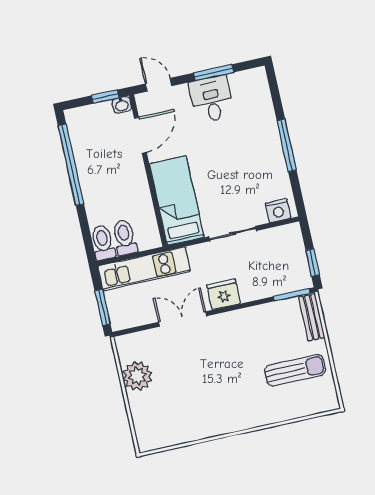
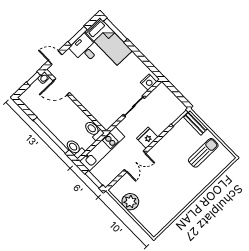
door: (140, 135) -> (61, 87), swing flipped
window: (287, 145) -> (115, 30), moved
window: (71, 165) -> (51, 135), moved
bed: (177, 201) -> (109, 41), moved, turned 180
toilet: (125, 237) -> (94, 130), moved
window: (313, 263) -> (180, 97), removed
double door: (183, 319) -> (135, 161), swing flipped

